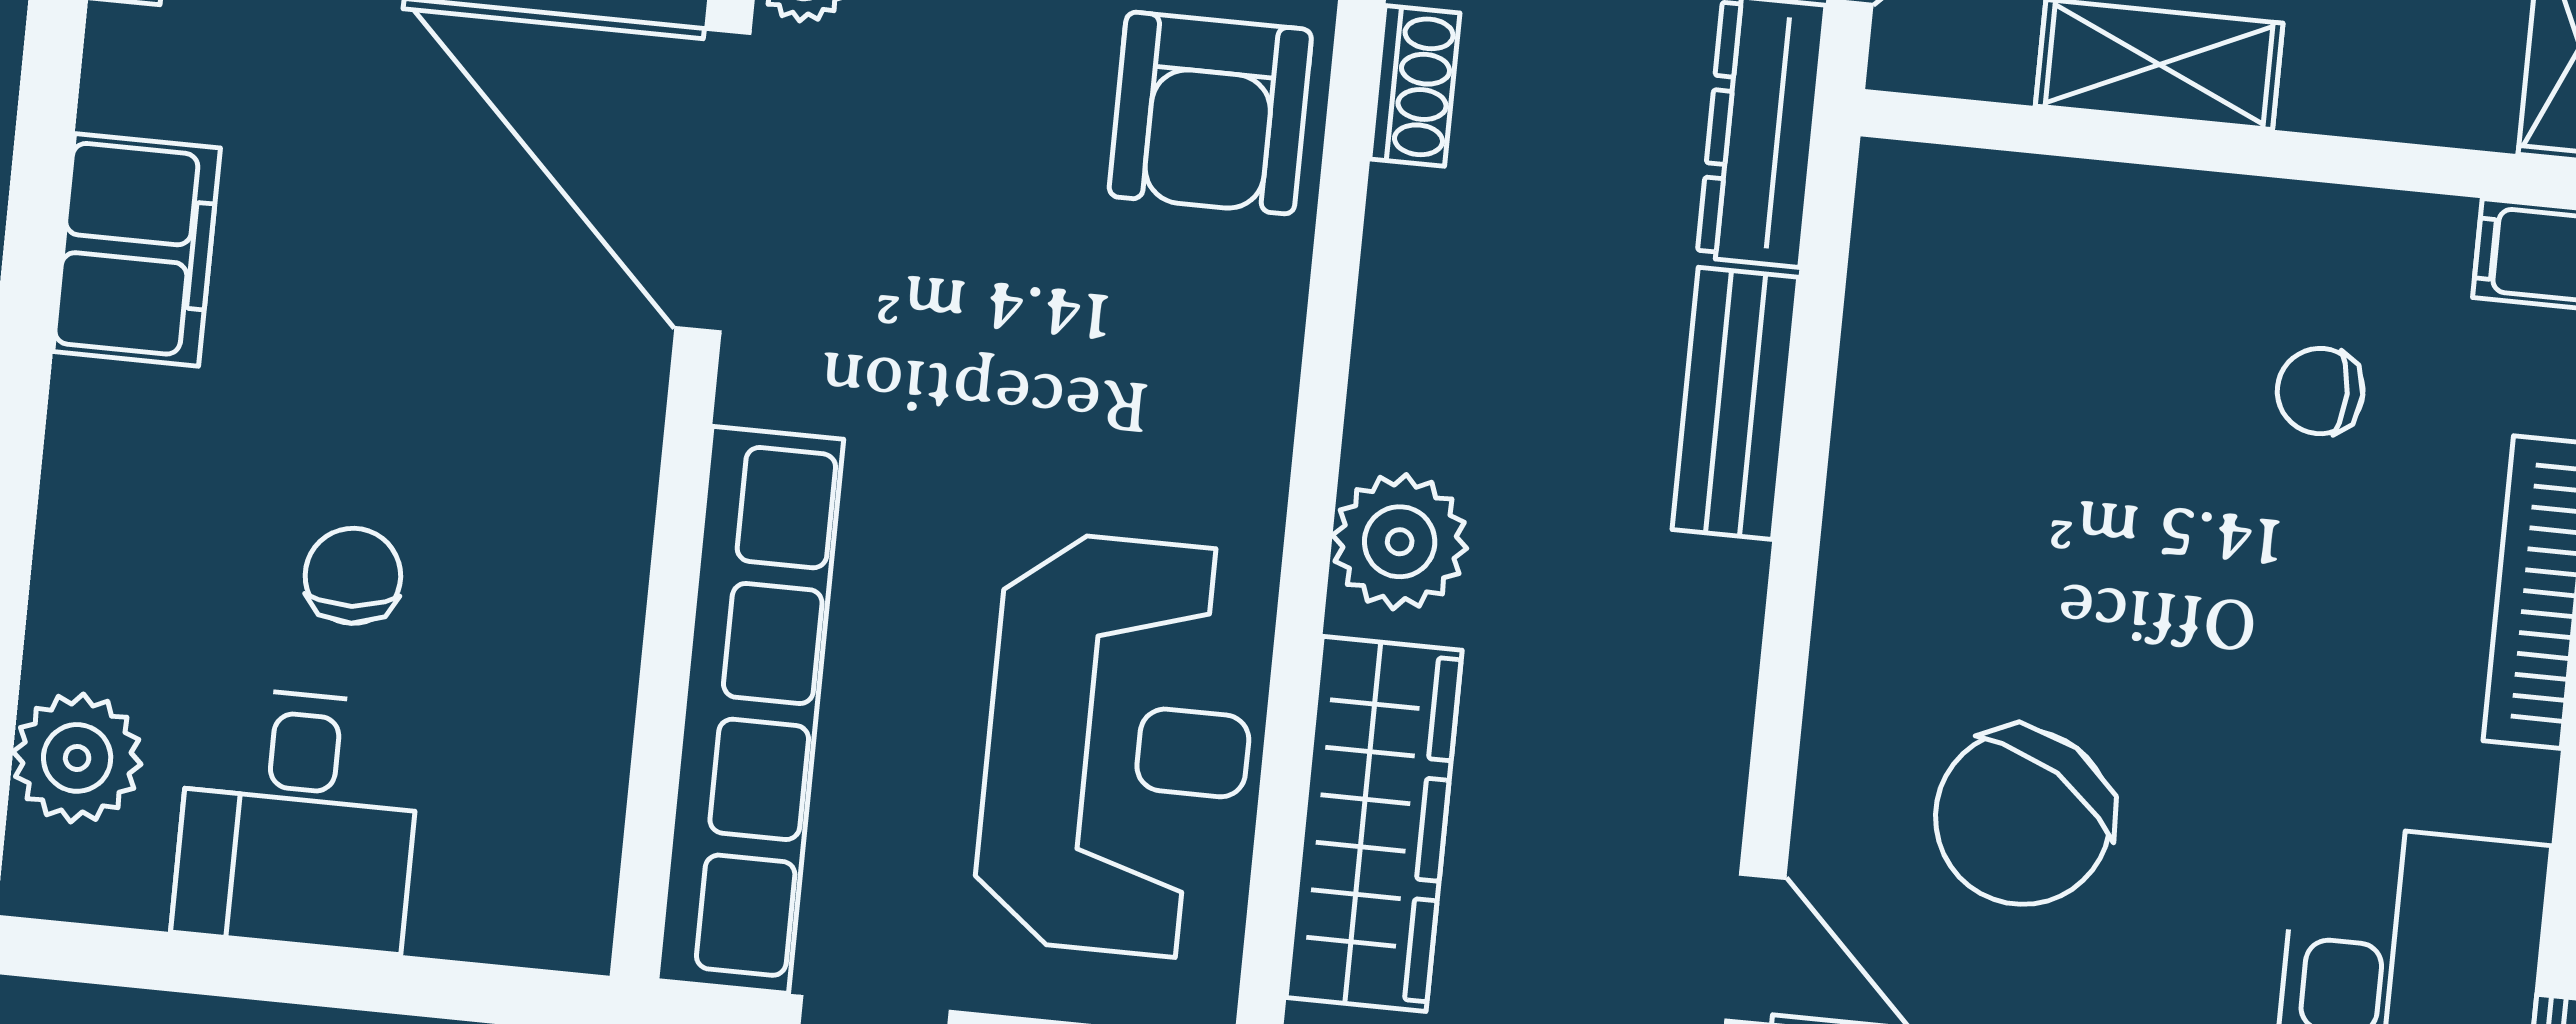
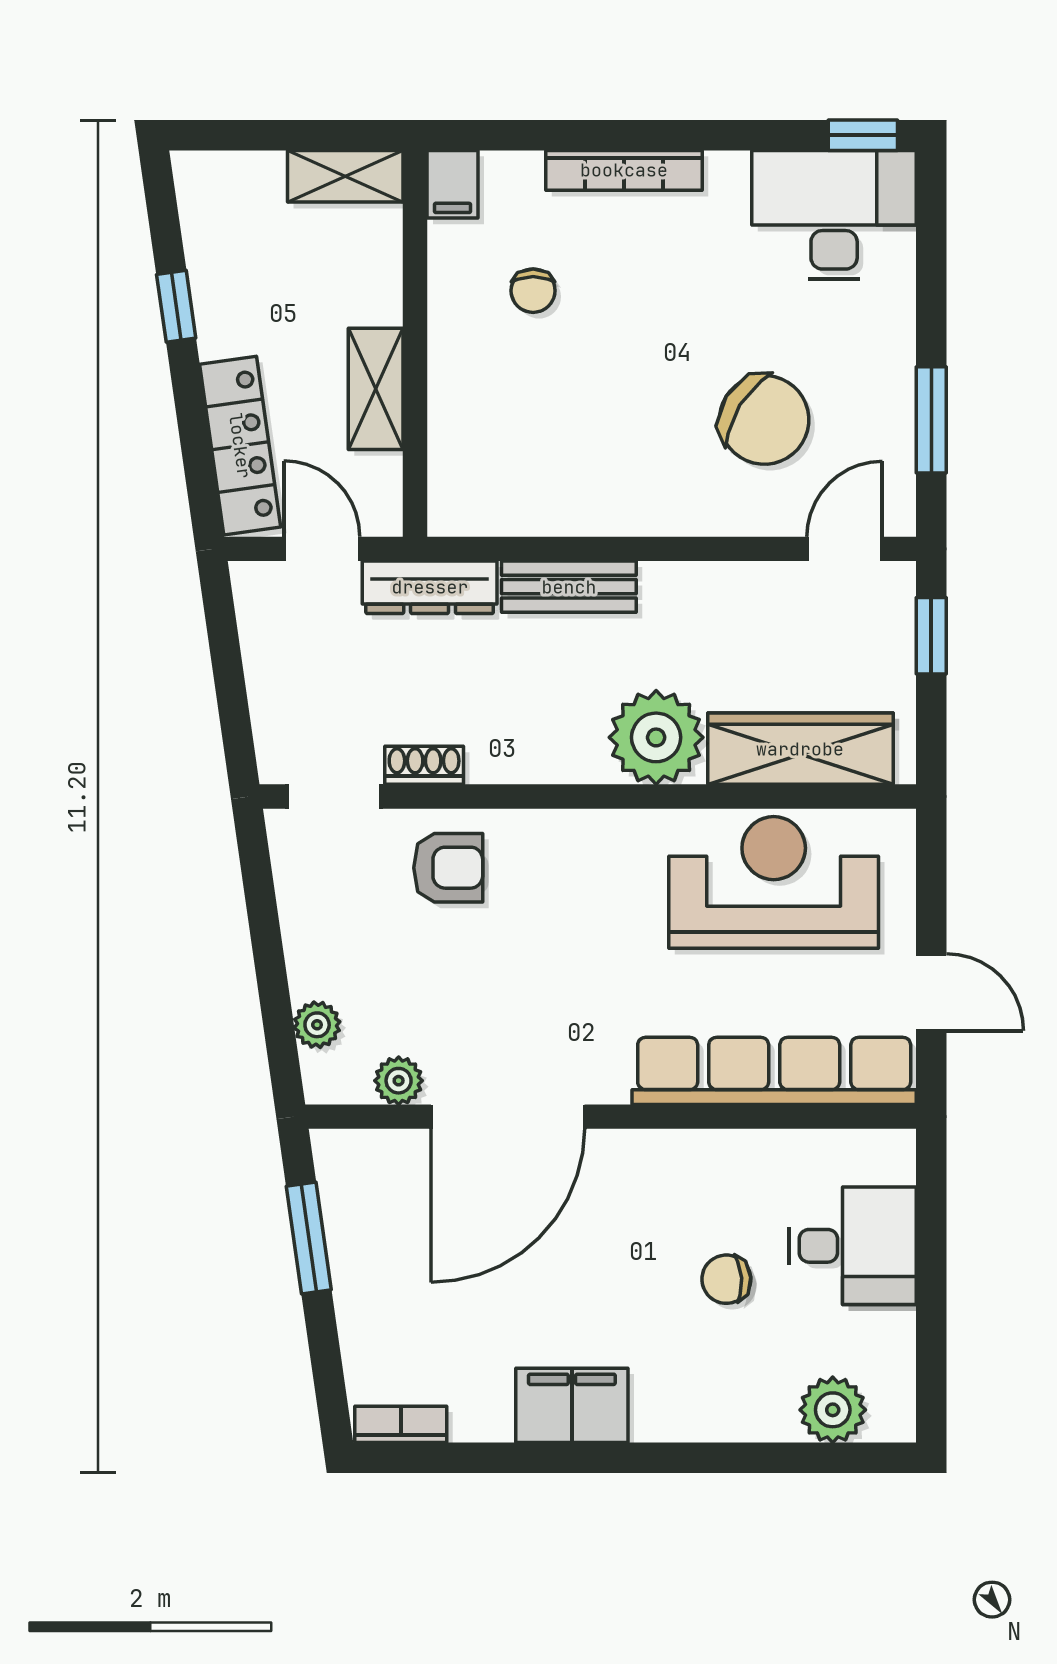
armchair: (1210, 113) -> (448, 868), width x0.72, depth x0.72
plant: (1400, 542) -> (656, 737), width x1.36, depth x1.36
desk: (298, 819) -> (853, 1246), moved

